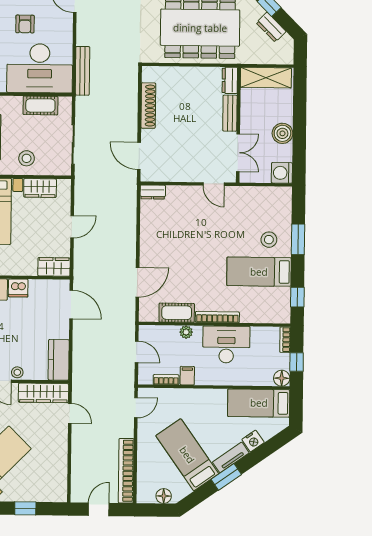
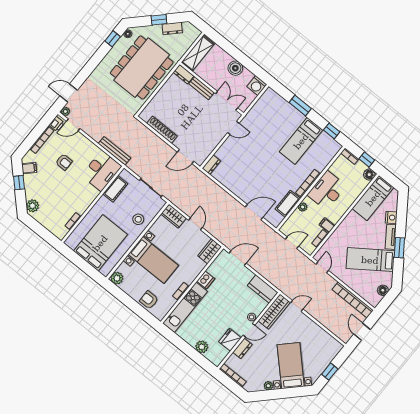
desk: (40, 68) -> (101, 171), width x0.73, depth x0.77
wardrobe: (40, 188) -> (173, 216), moved, turned 90
stool: (269, 240) -> (288, 122), removed
door: (137, 282) -> (254, 212), hinge flipped

